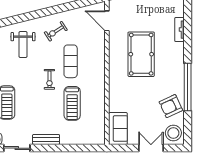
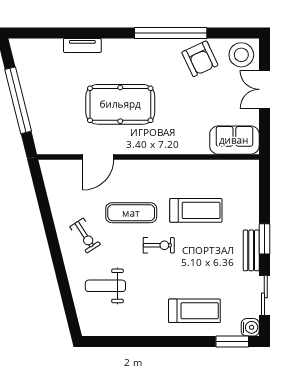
door: (107, 21) -> (98, 157), moved
weight bench: (23, 45) -> (105, 286), turned 180
window: (54, 148) -> (264, 239), added

